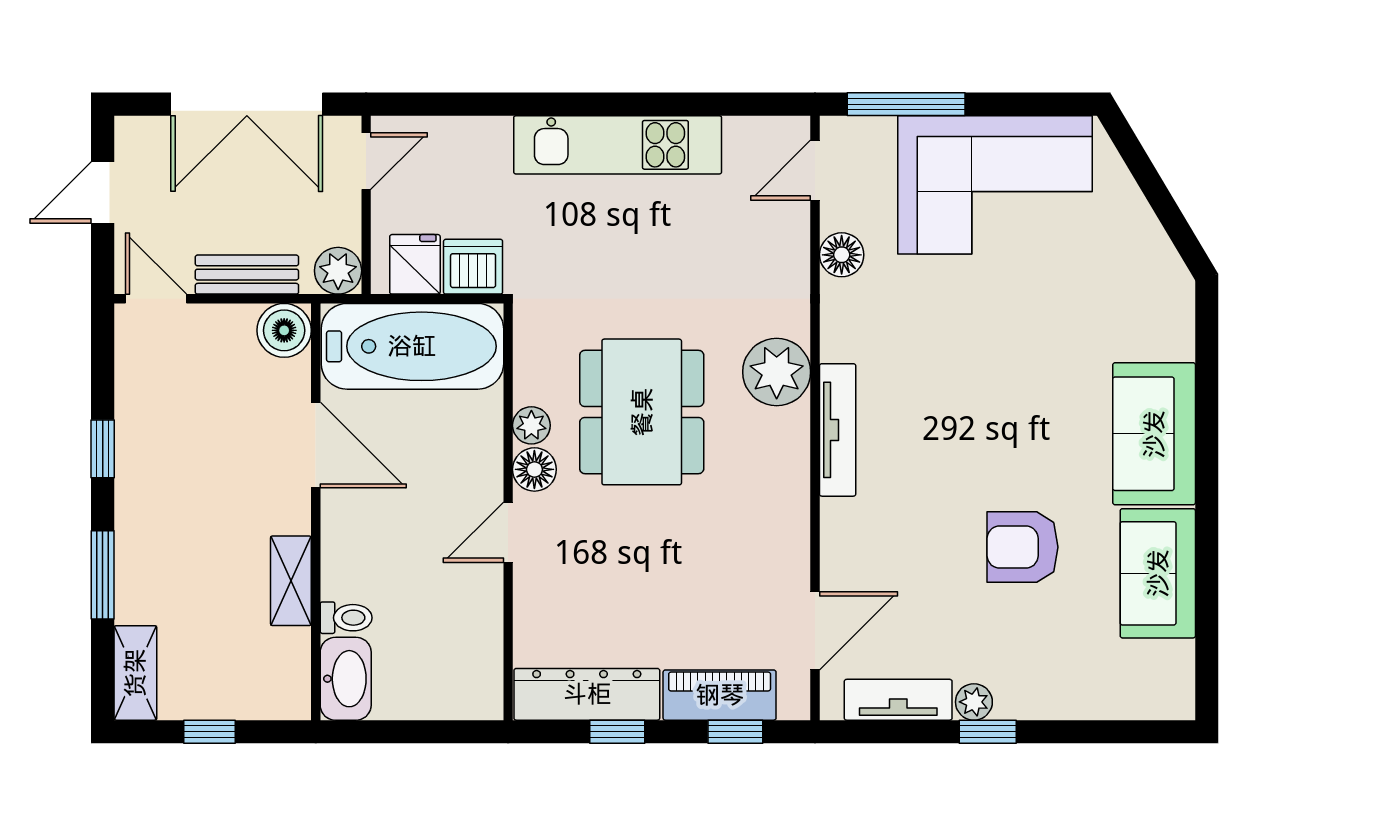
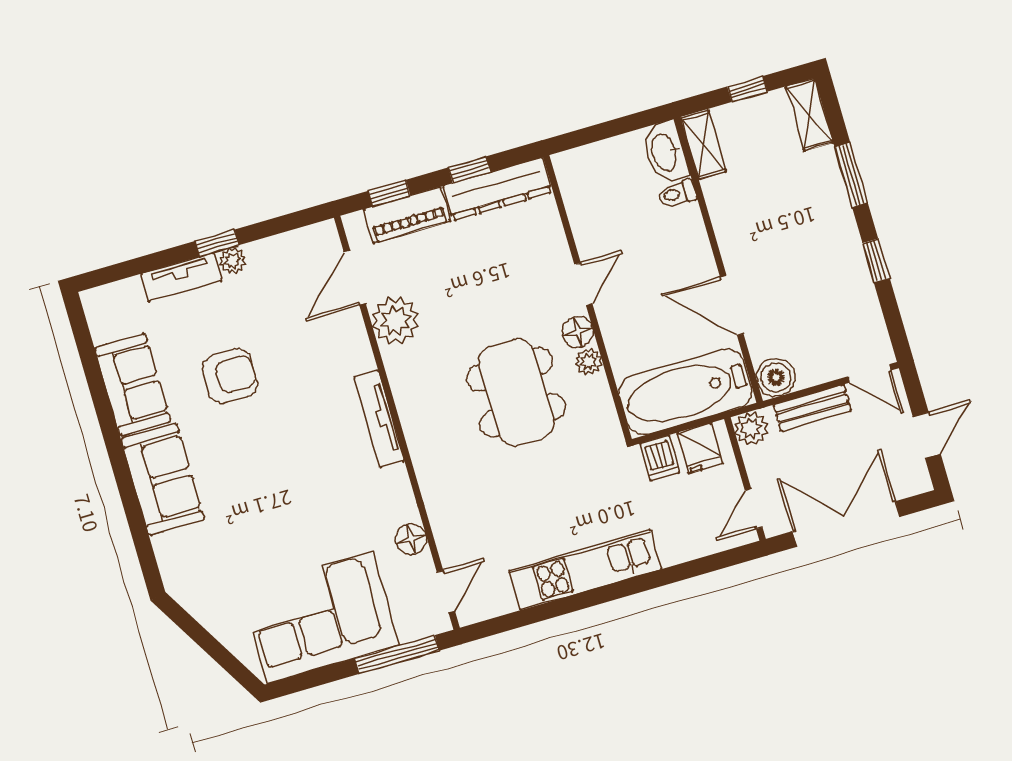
dishwasher: (473, 267) -> (660, 458), width x0.73
plant: (777, 372) -> (396, 321), moved
shelving: (291, 581) -> (703, 145), moved
tv unit: (898, 700) -> (181, 277), moved

